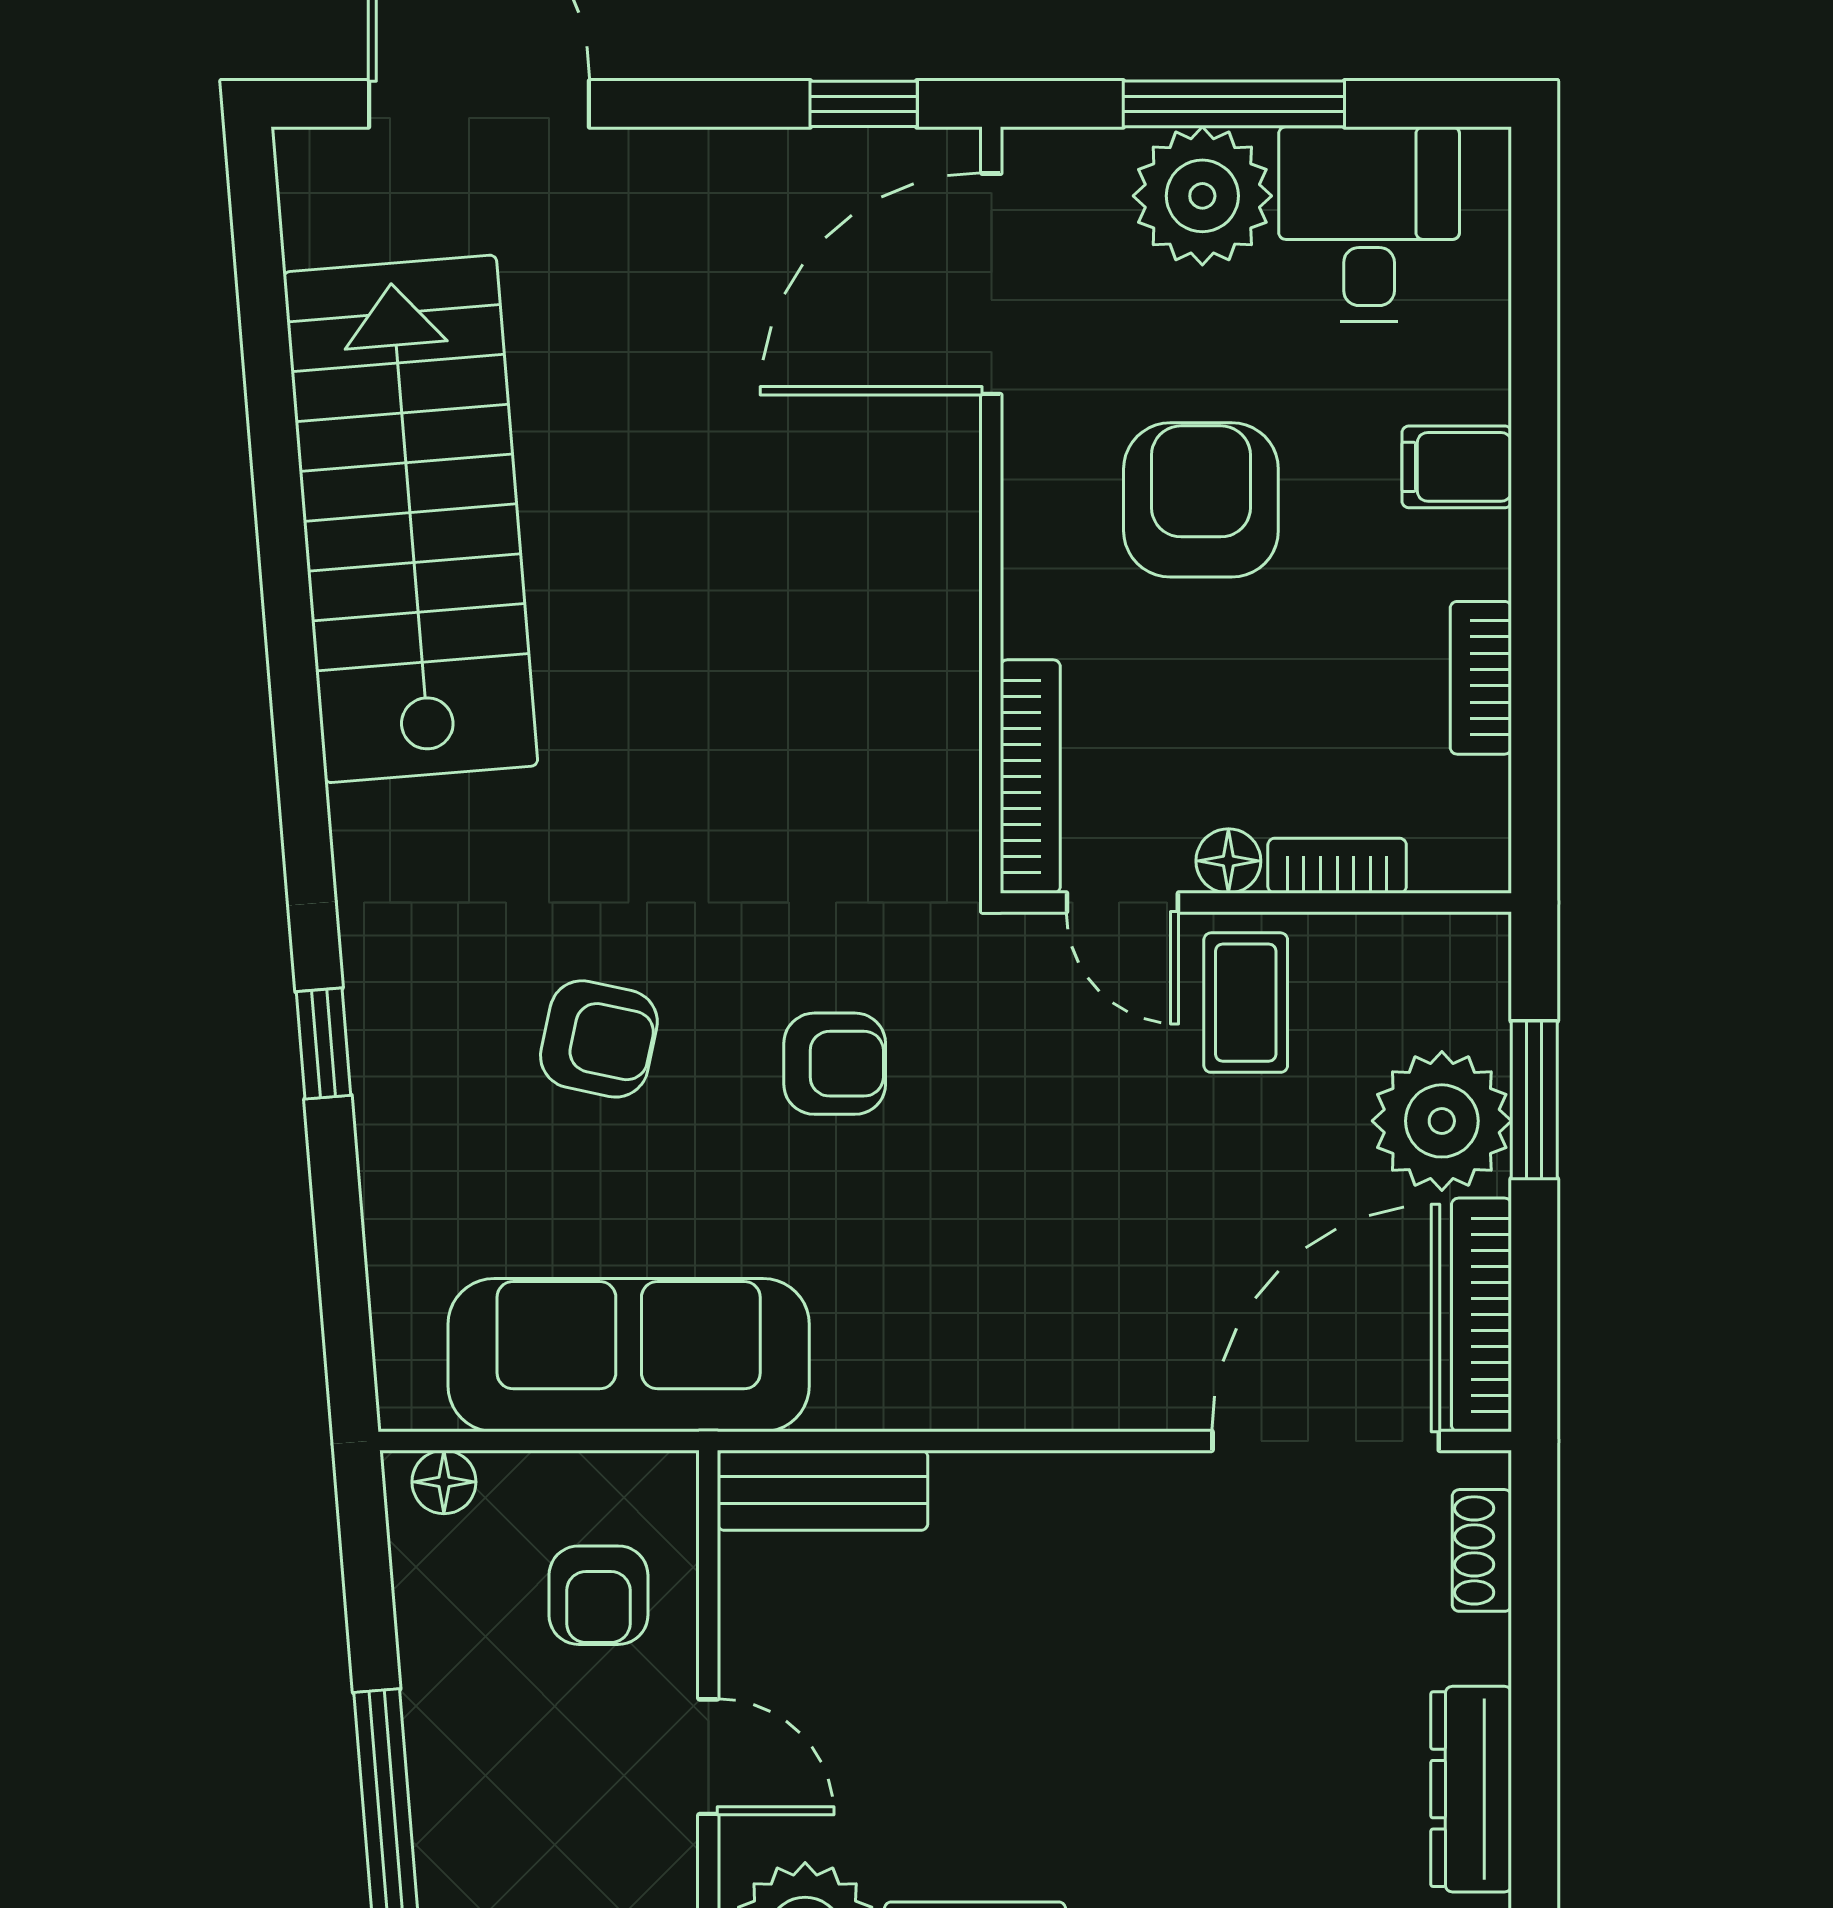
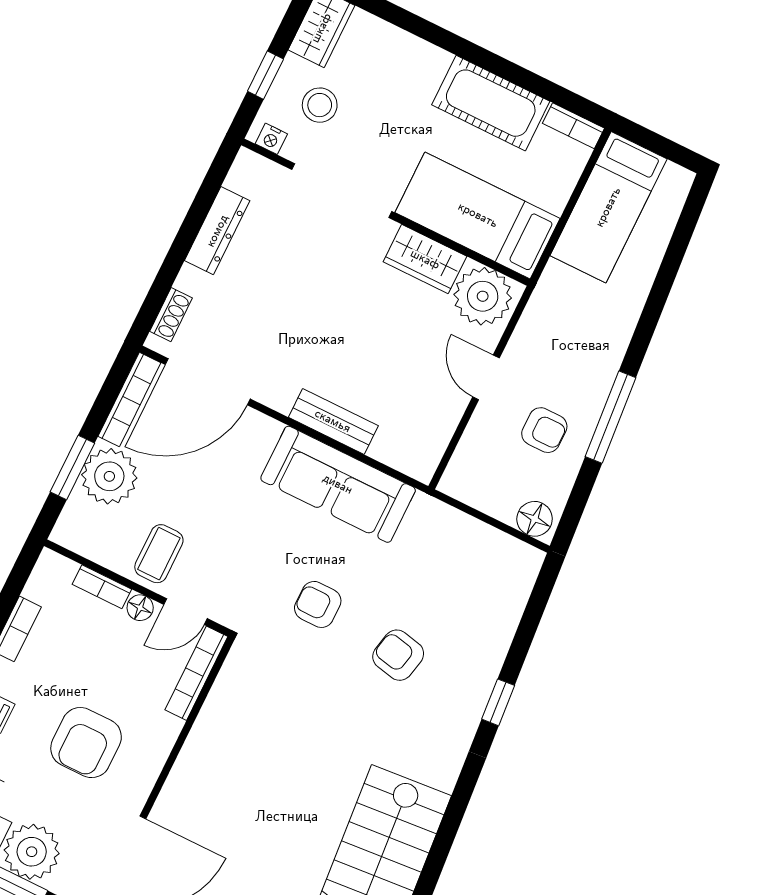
door: (1122, 902) -> (186, 612), swing flipped
sofa: (629, 1355) -> (338, 484), moved
floor lamp: (444, 1482) -> (535, 519), width x1.37, depth x1.37
bench: (823, 1490) -> (333, 421), moved
armchair: (598, 1595) -> (544, 430), moved, turned 90

